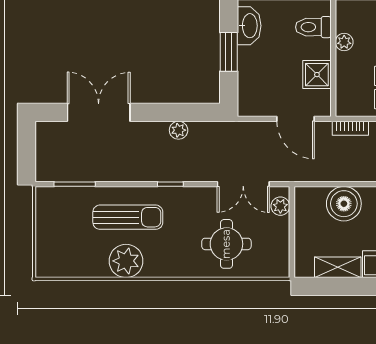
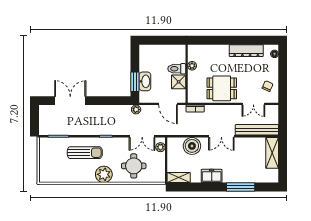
washbasin: (249, 26) -> (145, 81), moved
toilet: (313, 27) -> (177, 69), moved
window: (229, 52) -> (135, 82), moved
plant: (179, 130) -> (136, 110), moved
plant: (126, 261) -> (104, 174), moved
shelving: (338, 267) -> (179, 178), moved

